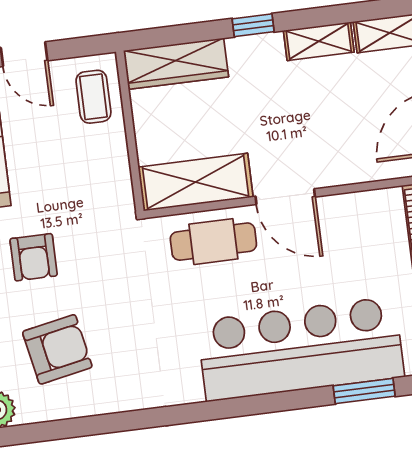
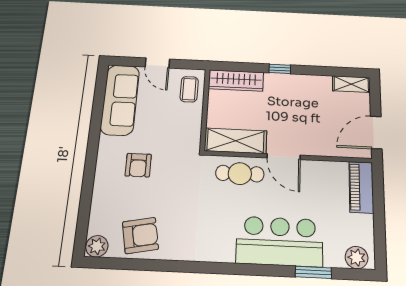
shelving: (319, 41) -> (313, 82), removed
armchair: (57, 349) -> (140, 235), moved
bar counter: (301, 349) -> (280, 241), width x0.73

